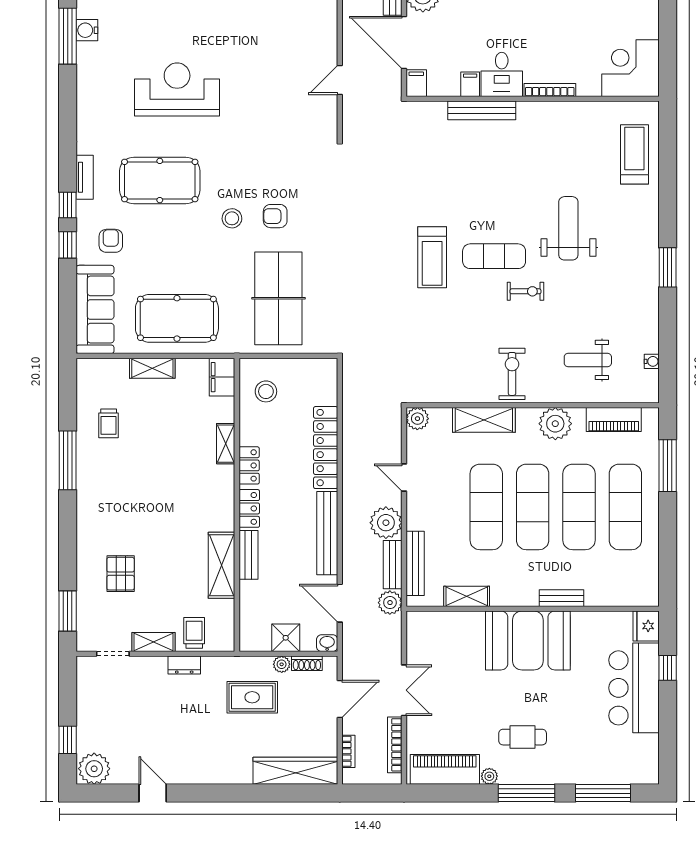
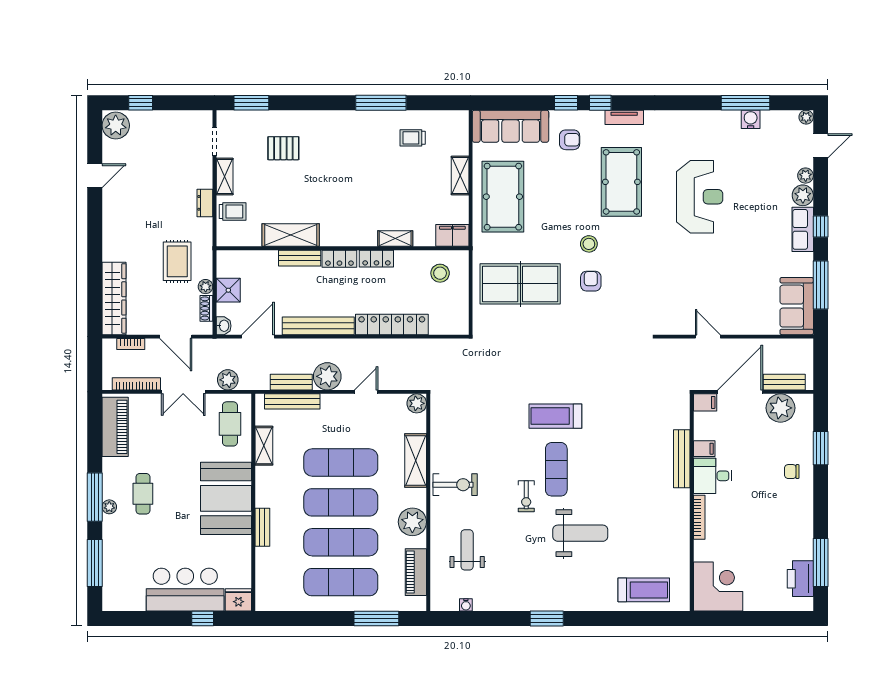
plant: (390, 603) -> (228, 380), moved
cafe table: (441, 636) -> (230, 424), added
plant: (489, 776) -> (109, 507), moved

